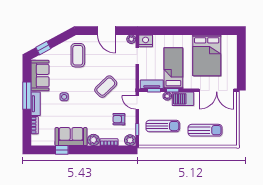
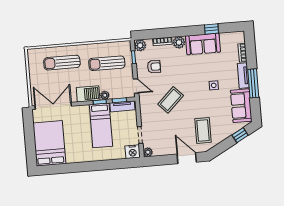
door: (106, 31) -> (187, 158), moved
bed: (207, 55) -> (49, 143), moved

